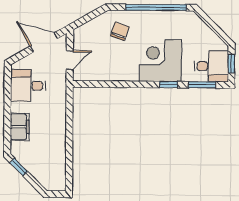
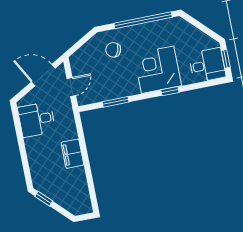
chair: (120, 31) -> (113, 50), turned -89
window: (202, 85) -> (116, 102), moved
filing cabinet: (20, 127) -> (72, 154), moved, turned 180

